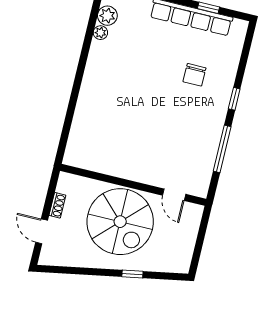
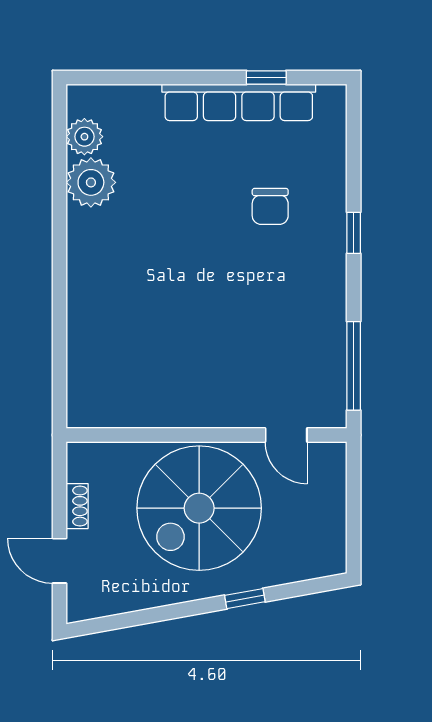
plant: (100, 33) -> (91, 182), width x1.88, depth x1.88
window: (222, 149) -> (354, 366), moved
spiral stairs: (120, 222) -> (199, 508), turned 90

